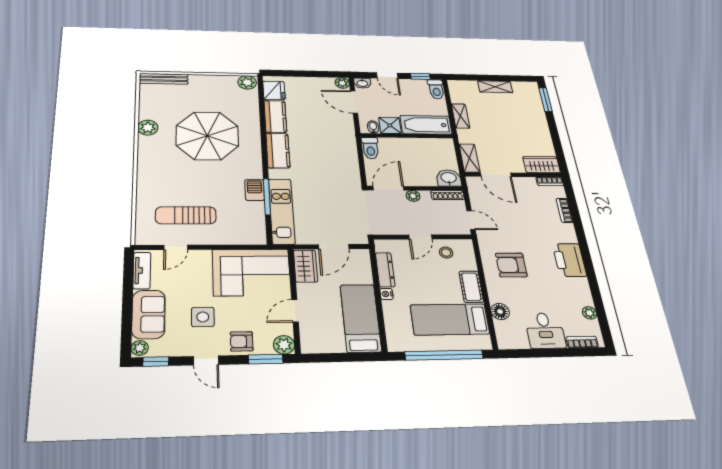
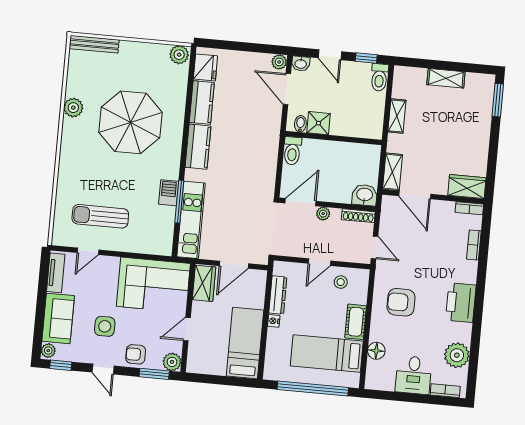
bathtub: (426, 125) -> (357, 125), removed
plant: (590, 313) -> (457, 355), width x1.88, depth x1.88

